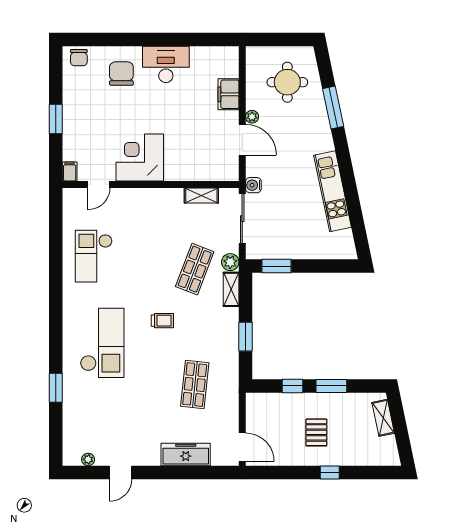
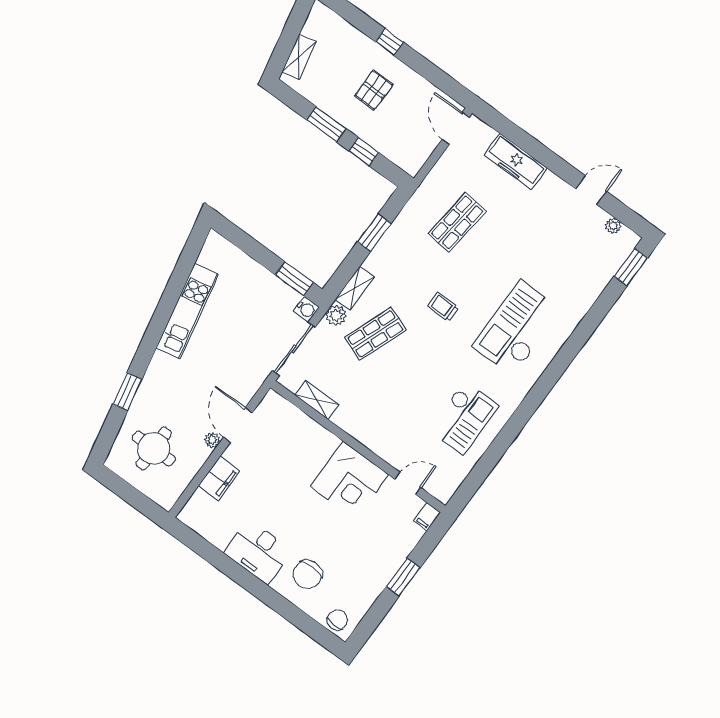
window: (333, 107) -> (127, 392), width x0.69
water cooler: (253, 185) -> (306, 309), moved
window: (56, 388) -> (631, 267), moved

